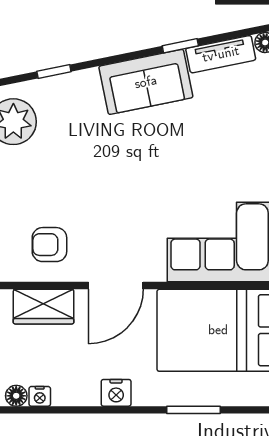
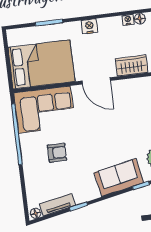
sofa: (146, 82) -> (119, 178), moved
armchair: (49, 245) -> (57, 153), moved
door: (116, 286) -> (96, 81), swing flipped

